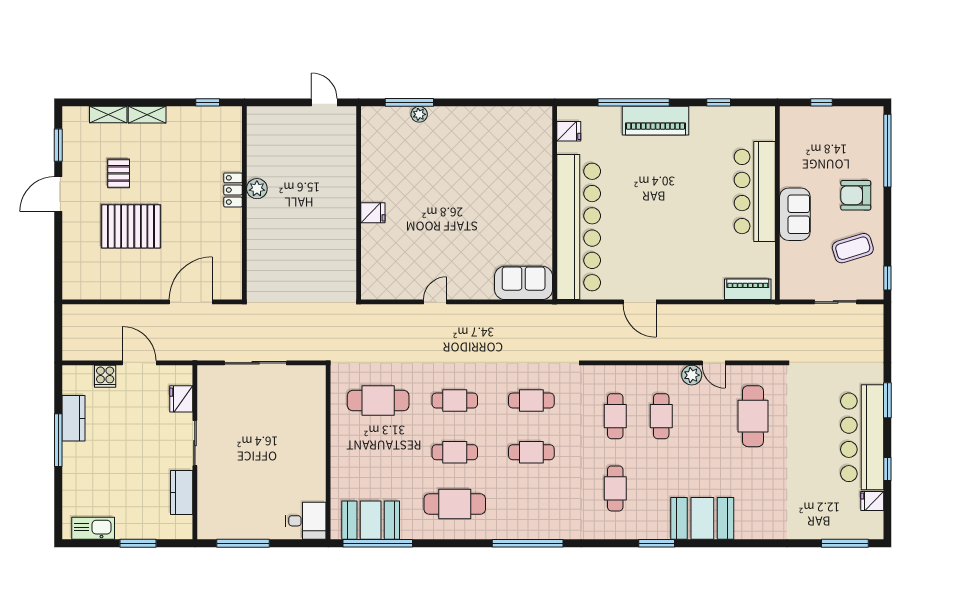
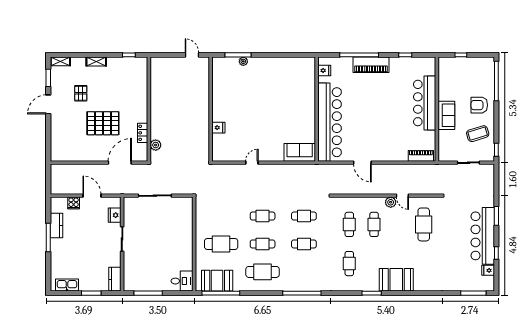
shelving: (108, 115) -> (60, 61), moved
plant: (257, 189) -> (156, 145), moved
locker: (233, 190) -> (143, 133), moved
fridge: (373, 213) -> (218, 128), moved
pallet: (131, 226) -> (103, 123), moved
cafe table: (378, 401) -> (221, 244), moved
kitchen counter: (182, 492) -> (115, 279), moved

